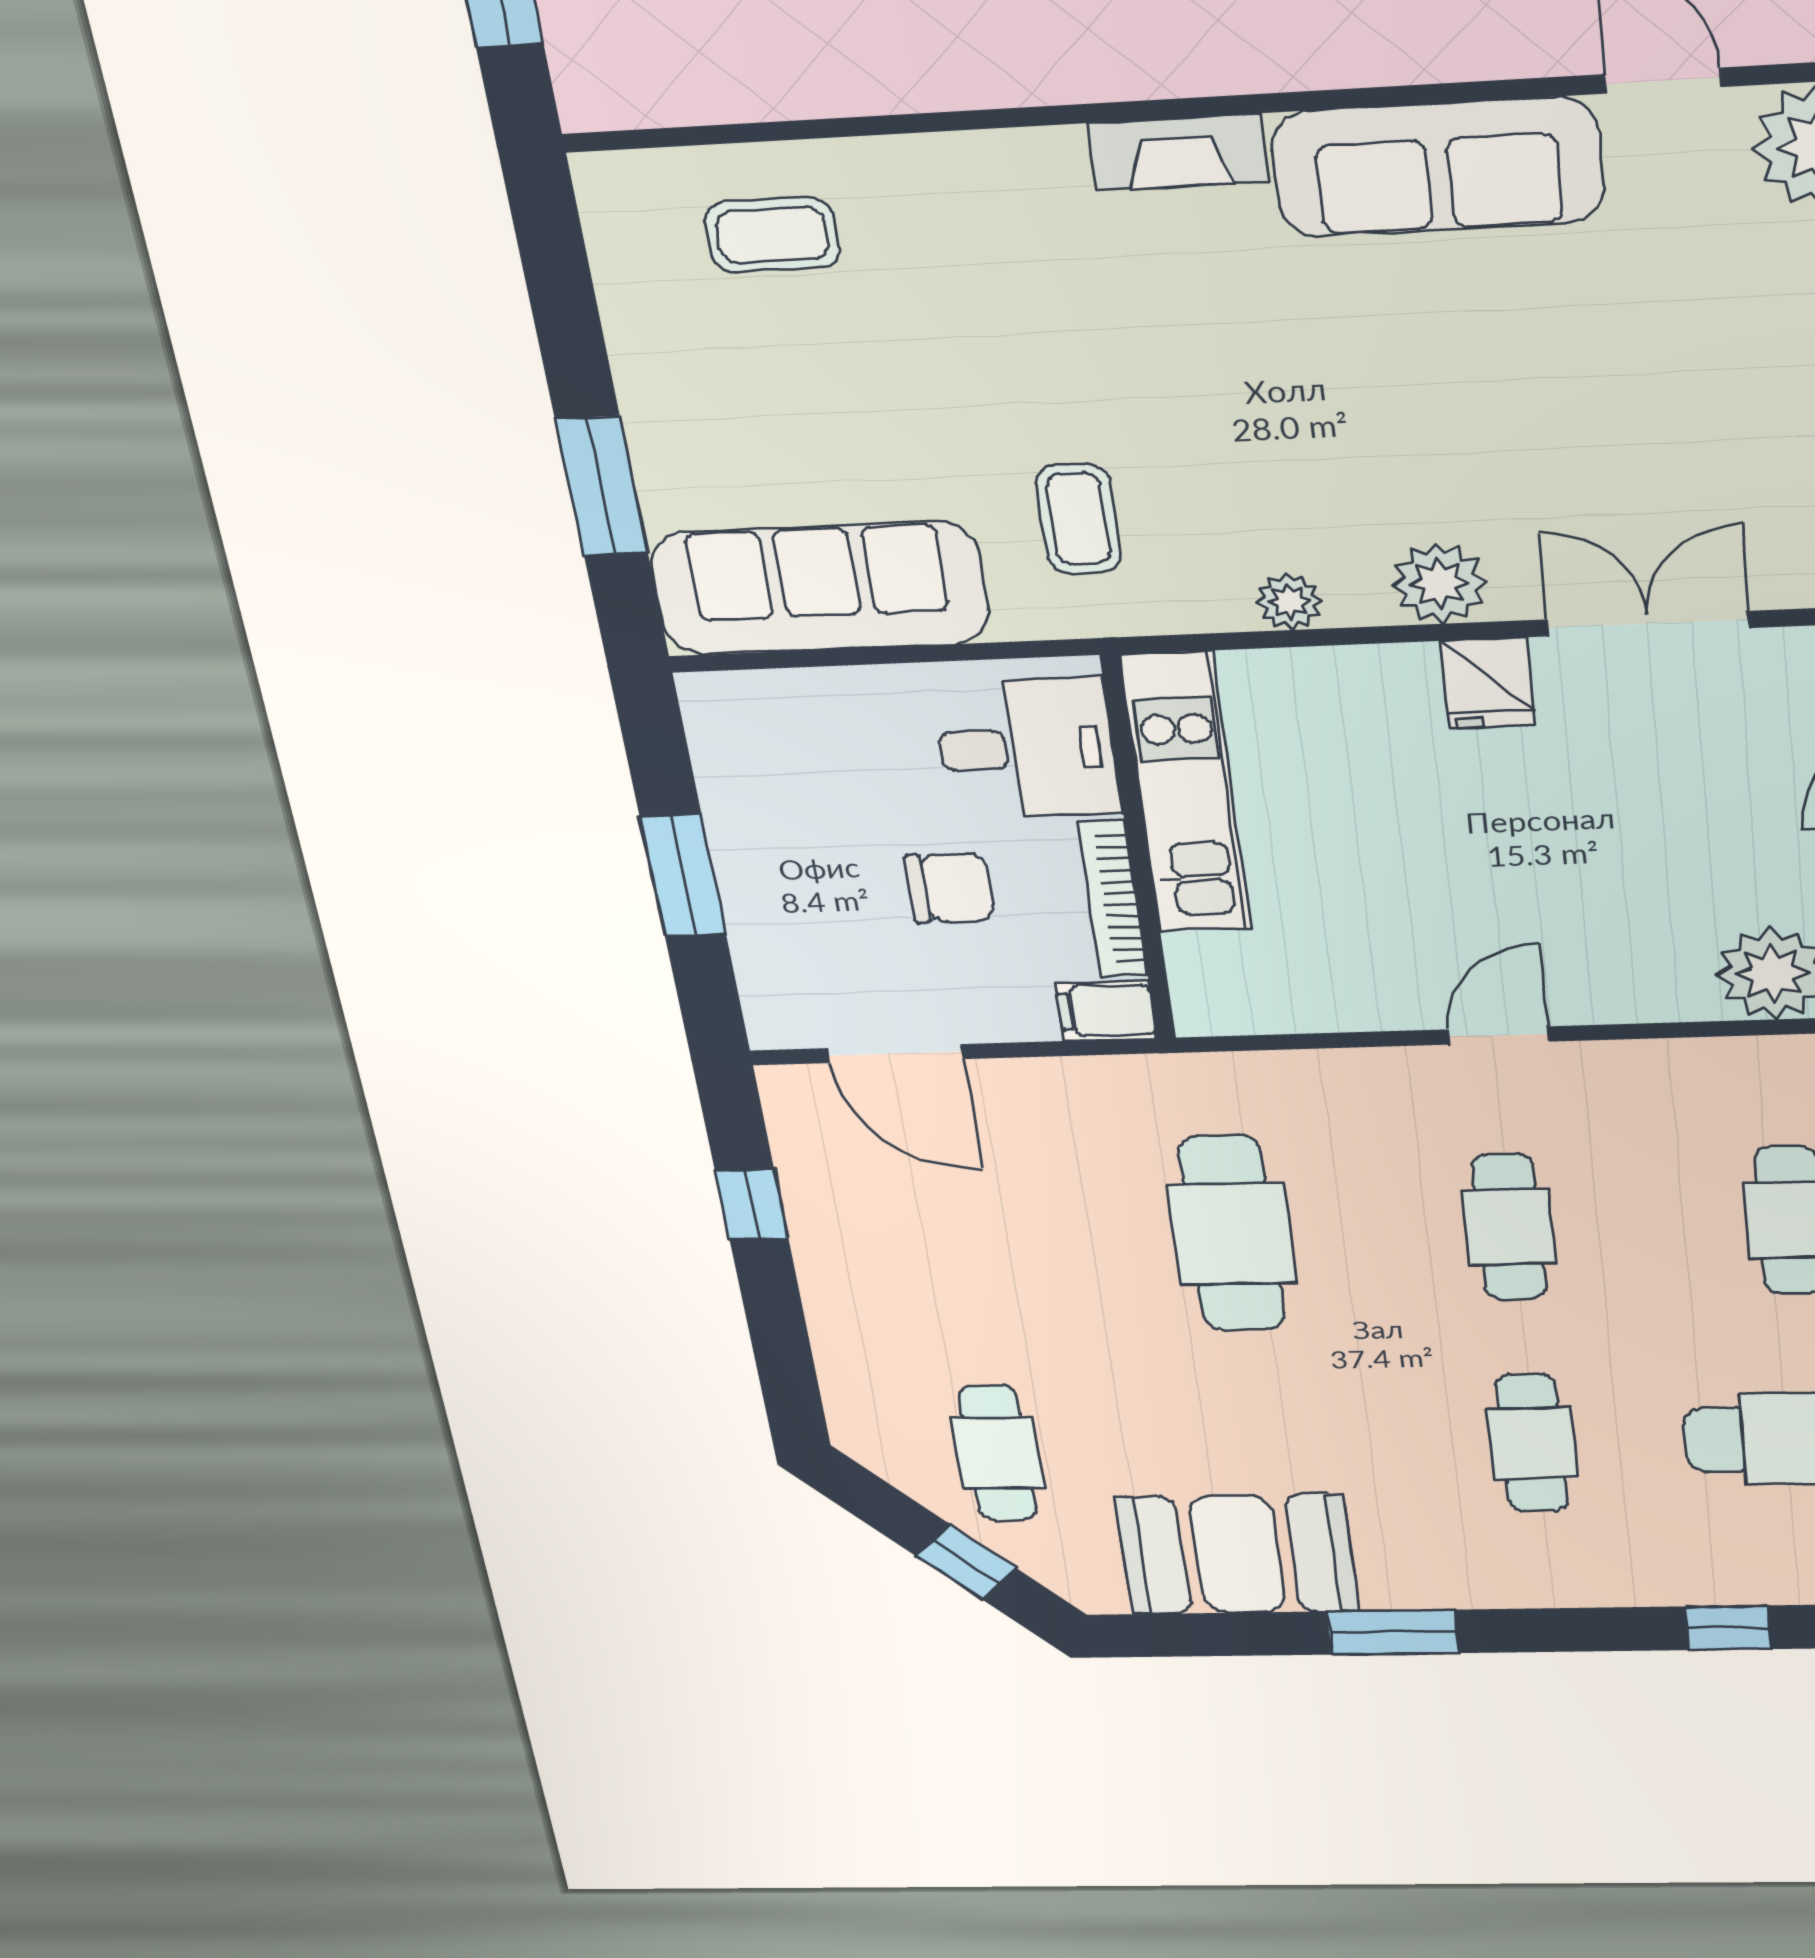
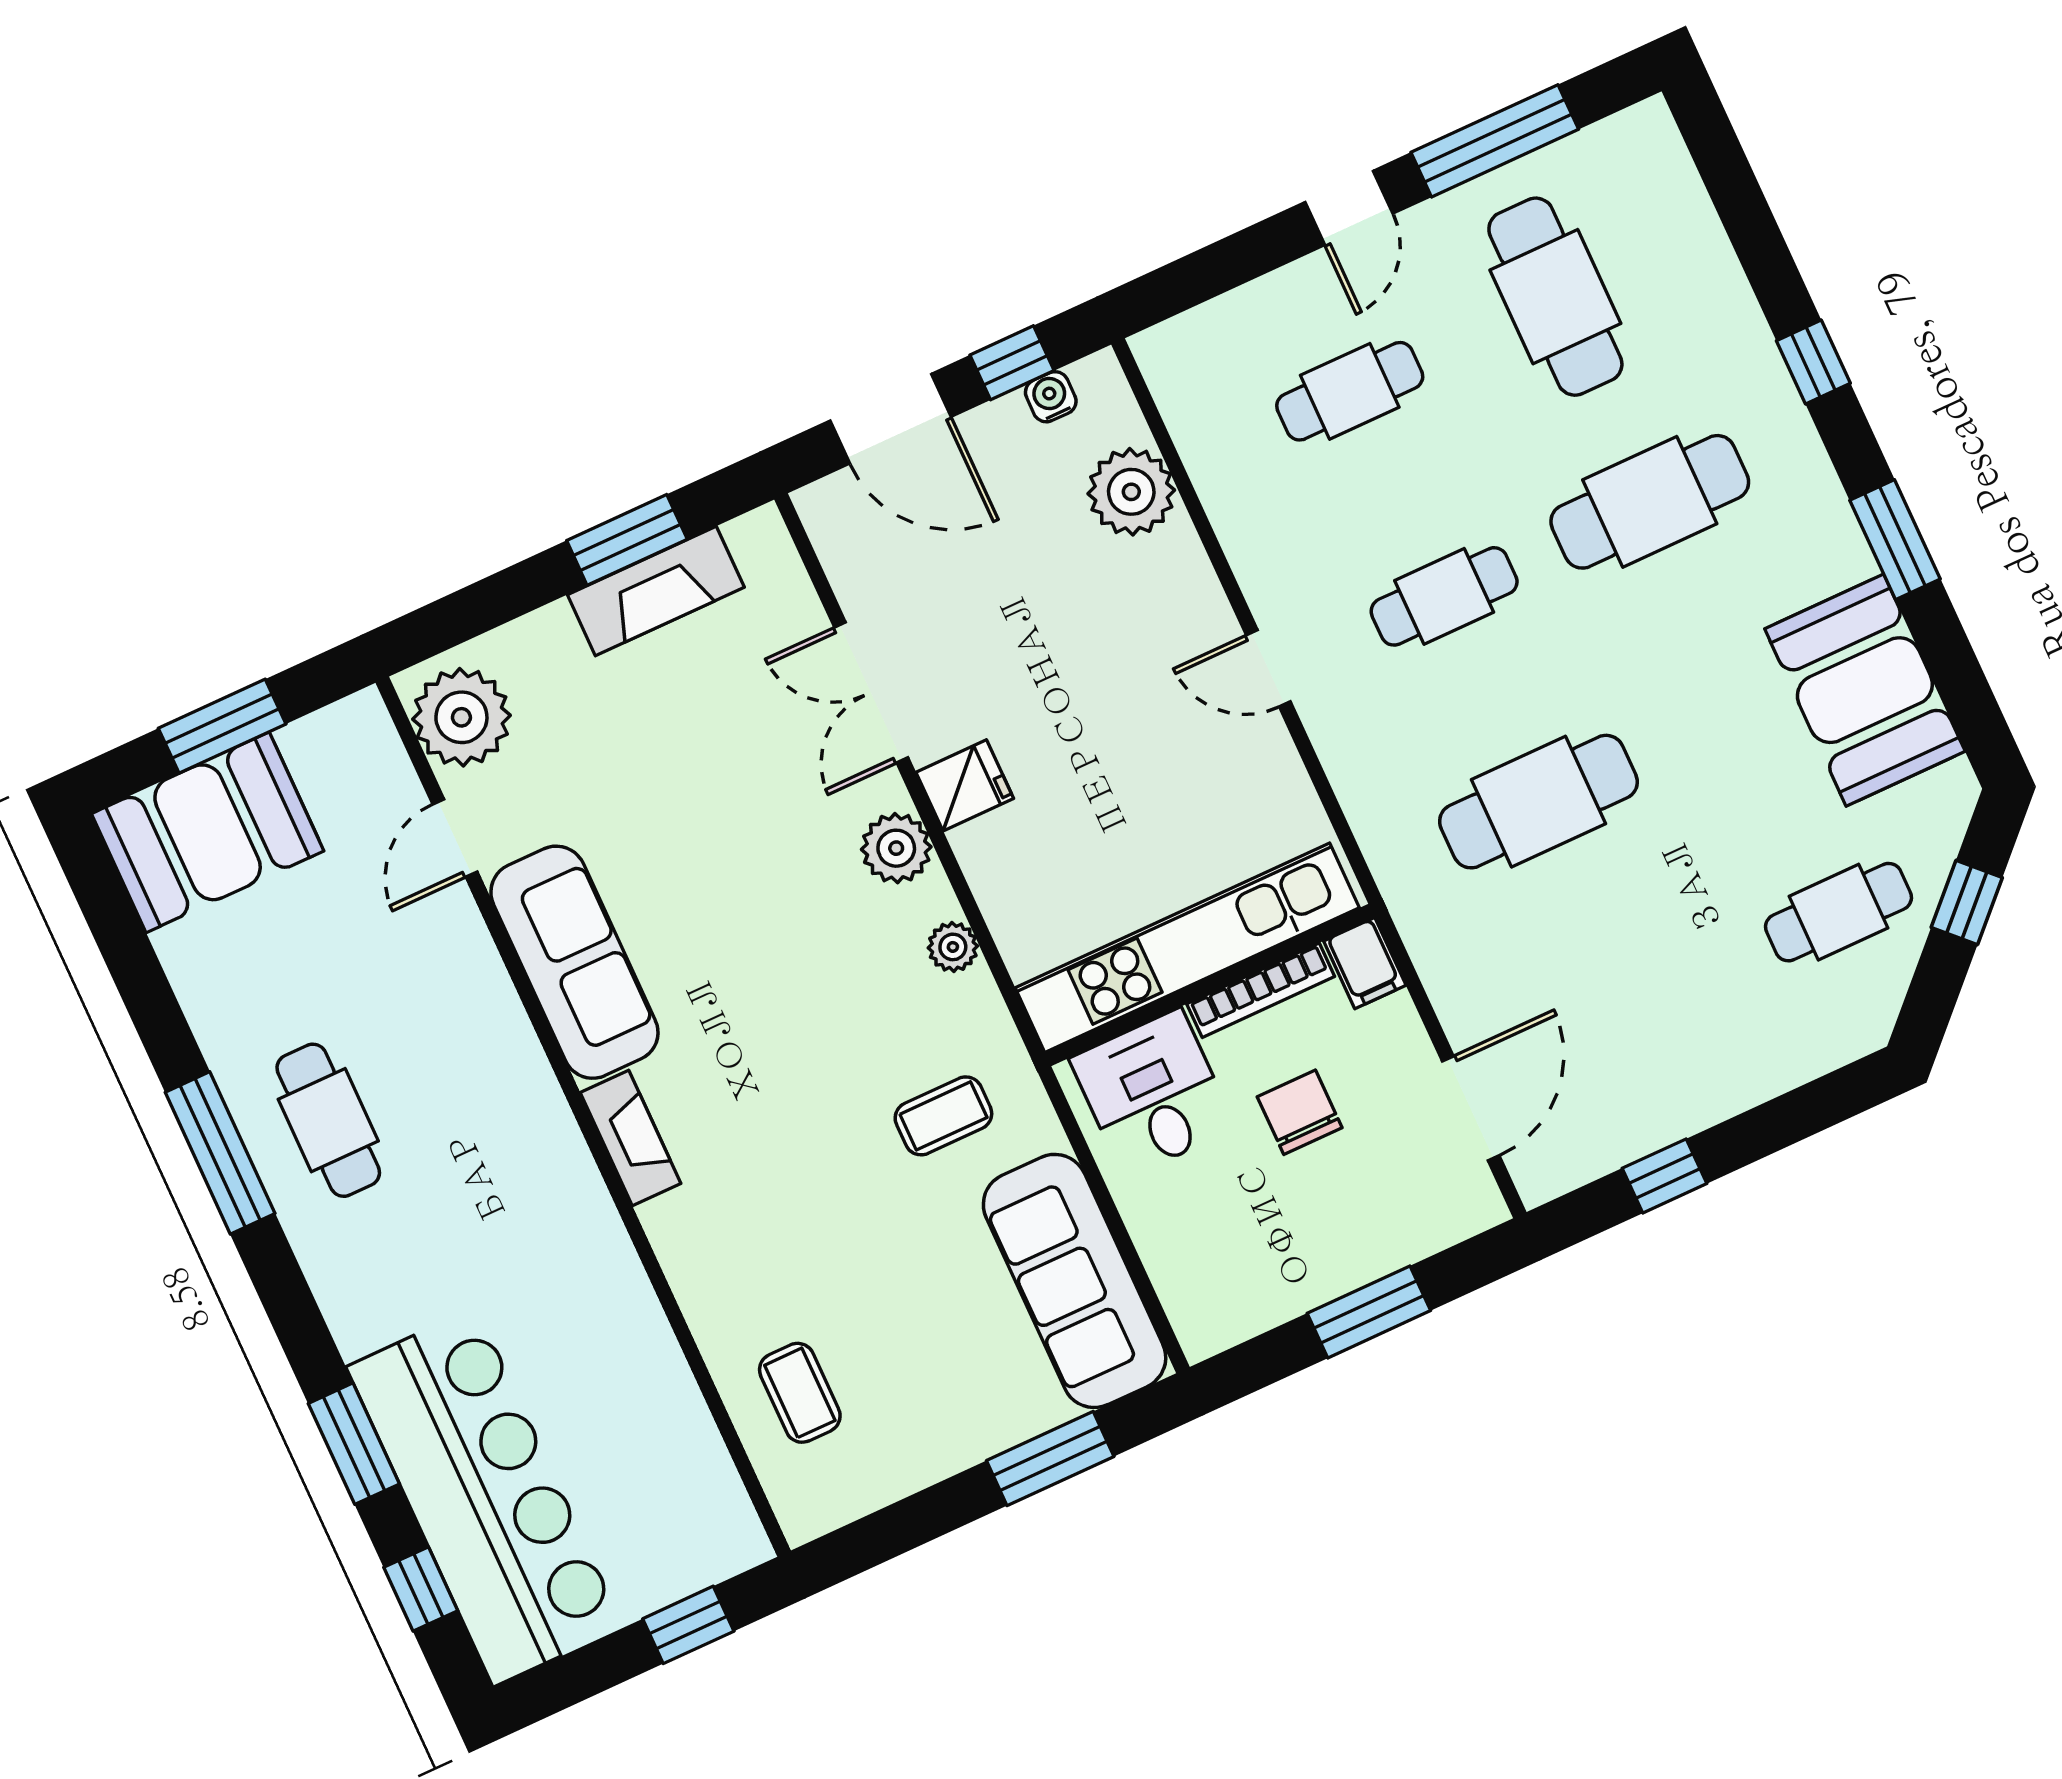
kitchen unit: (1186, 793) -> (1187, 948), width x1.36
cafe table: (1532, 1443) -> (1650, 502), width x1.37, depth x1.35
window: (1728, 1628) -> (1813, 362), moved

